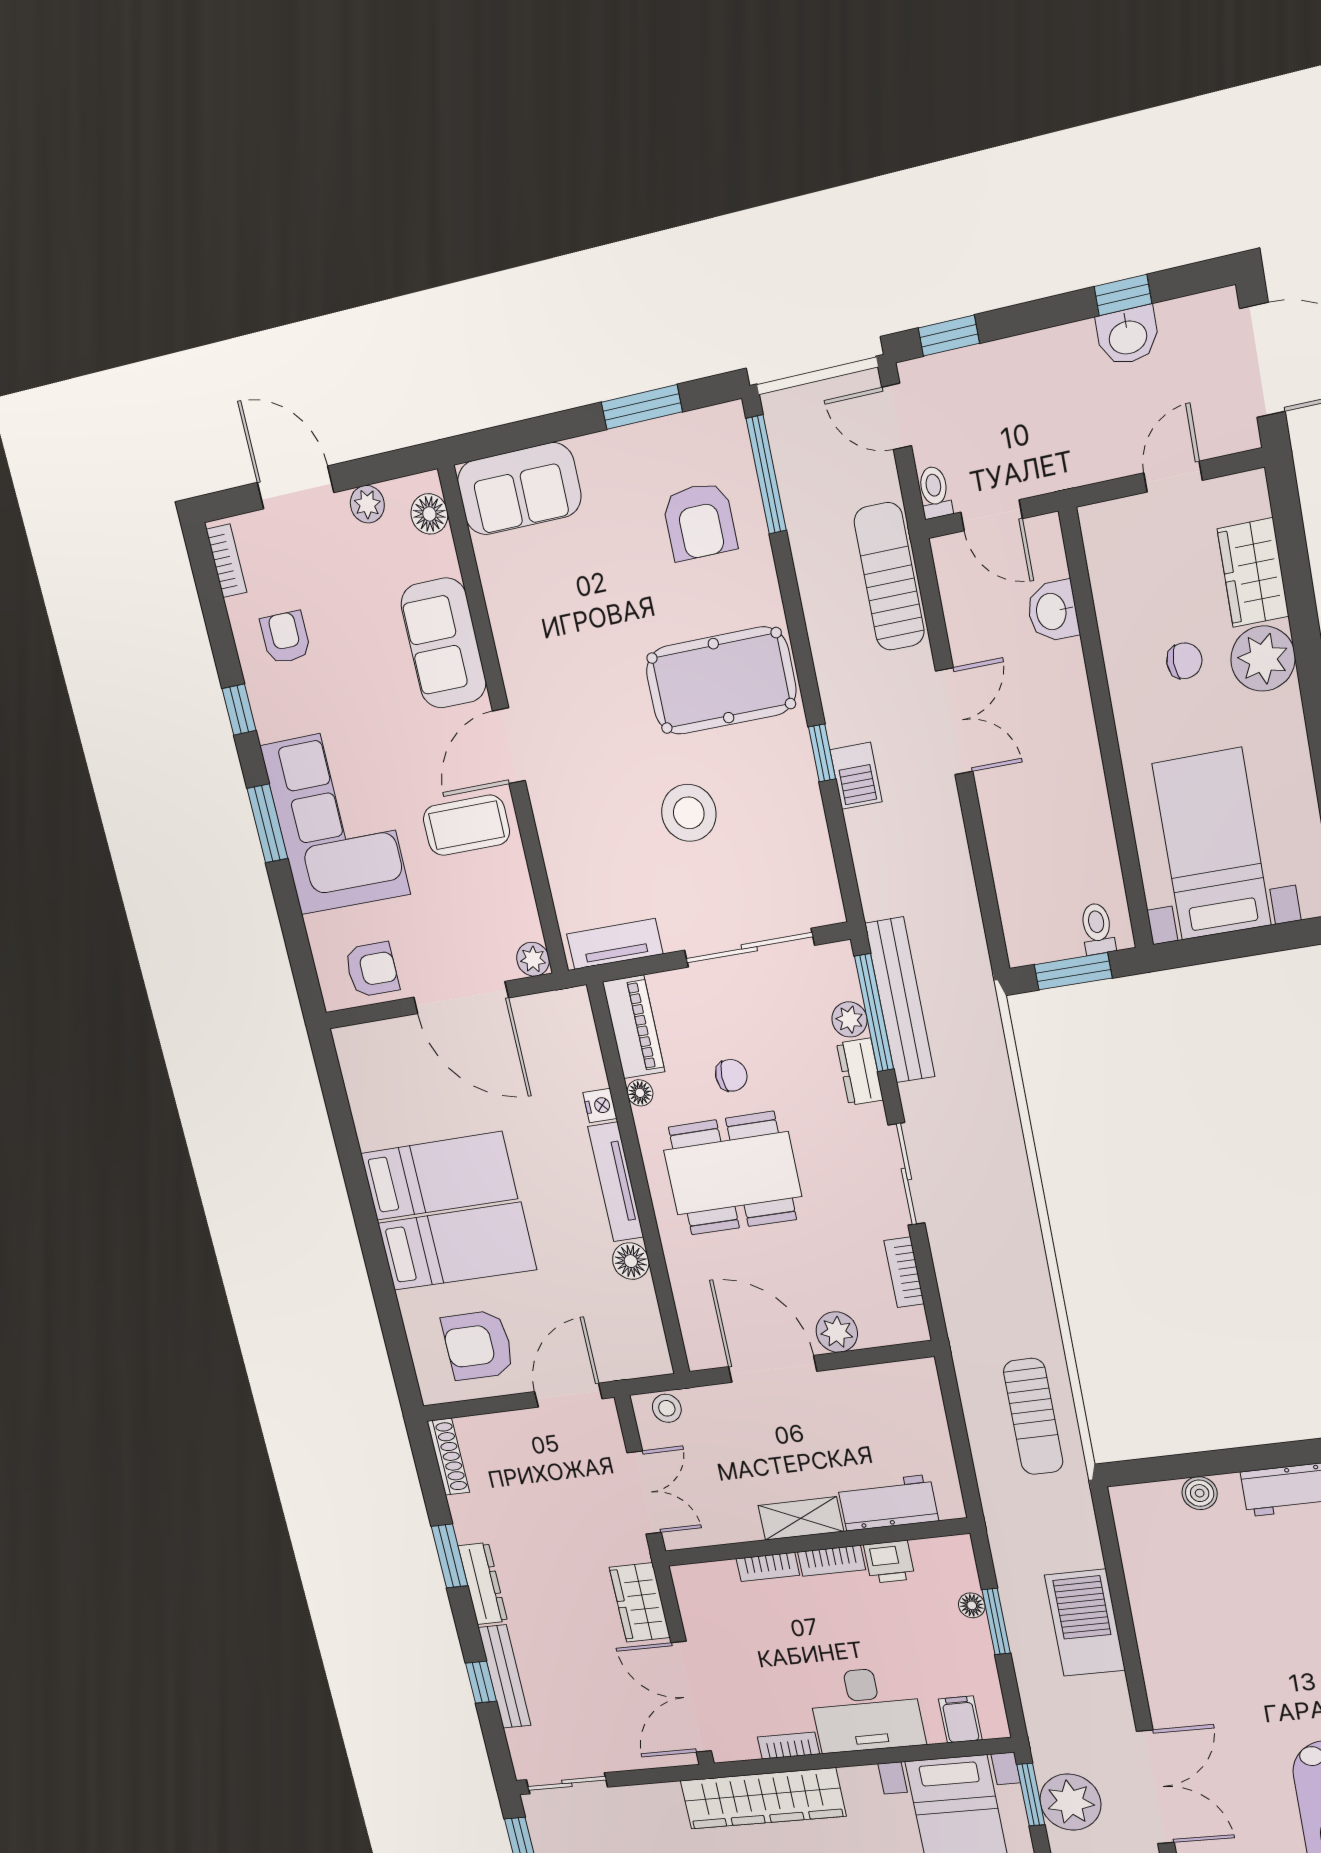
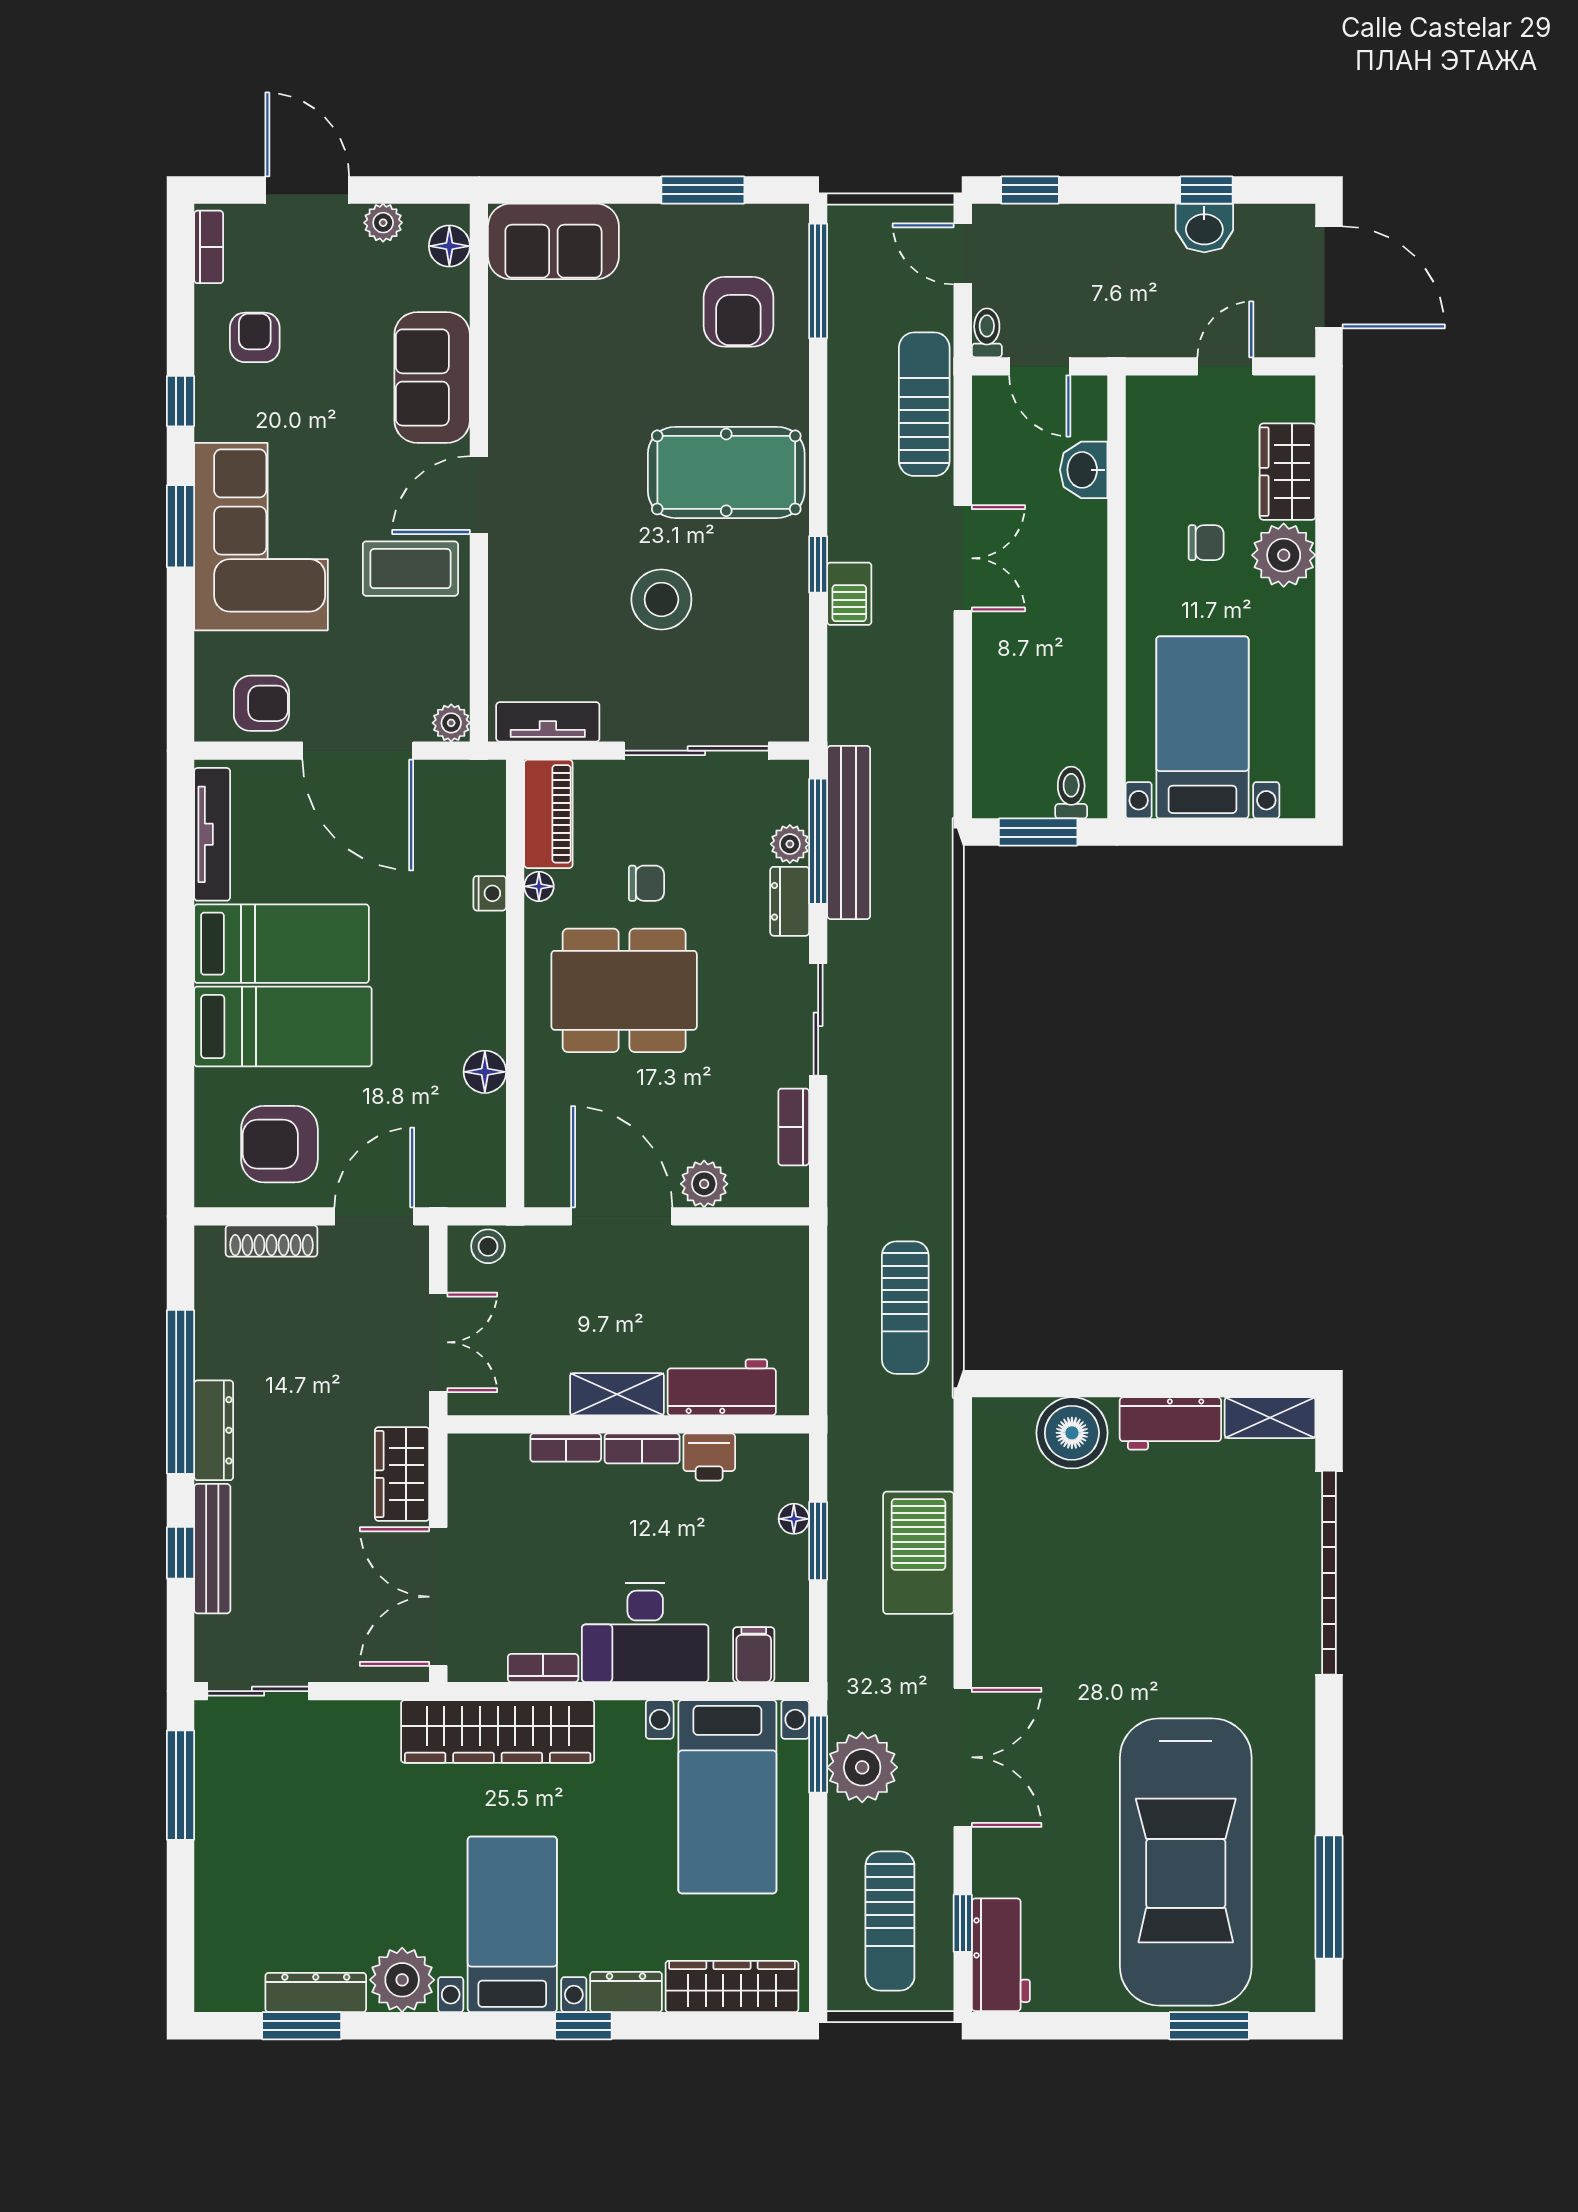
tv unit: (616, 1182) -> (212, 834), moved, turned 180
shoe rack: (448, 1457) -> (271, 1241), moved, turned 90
boiler: (1200, 1493) -> (1072, 1433), width x1.86, depth x1.86
window: (450, 1556) -> (181, 1392), width x2.11

